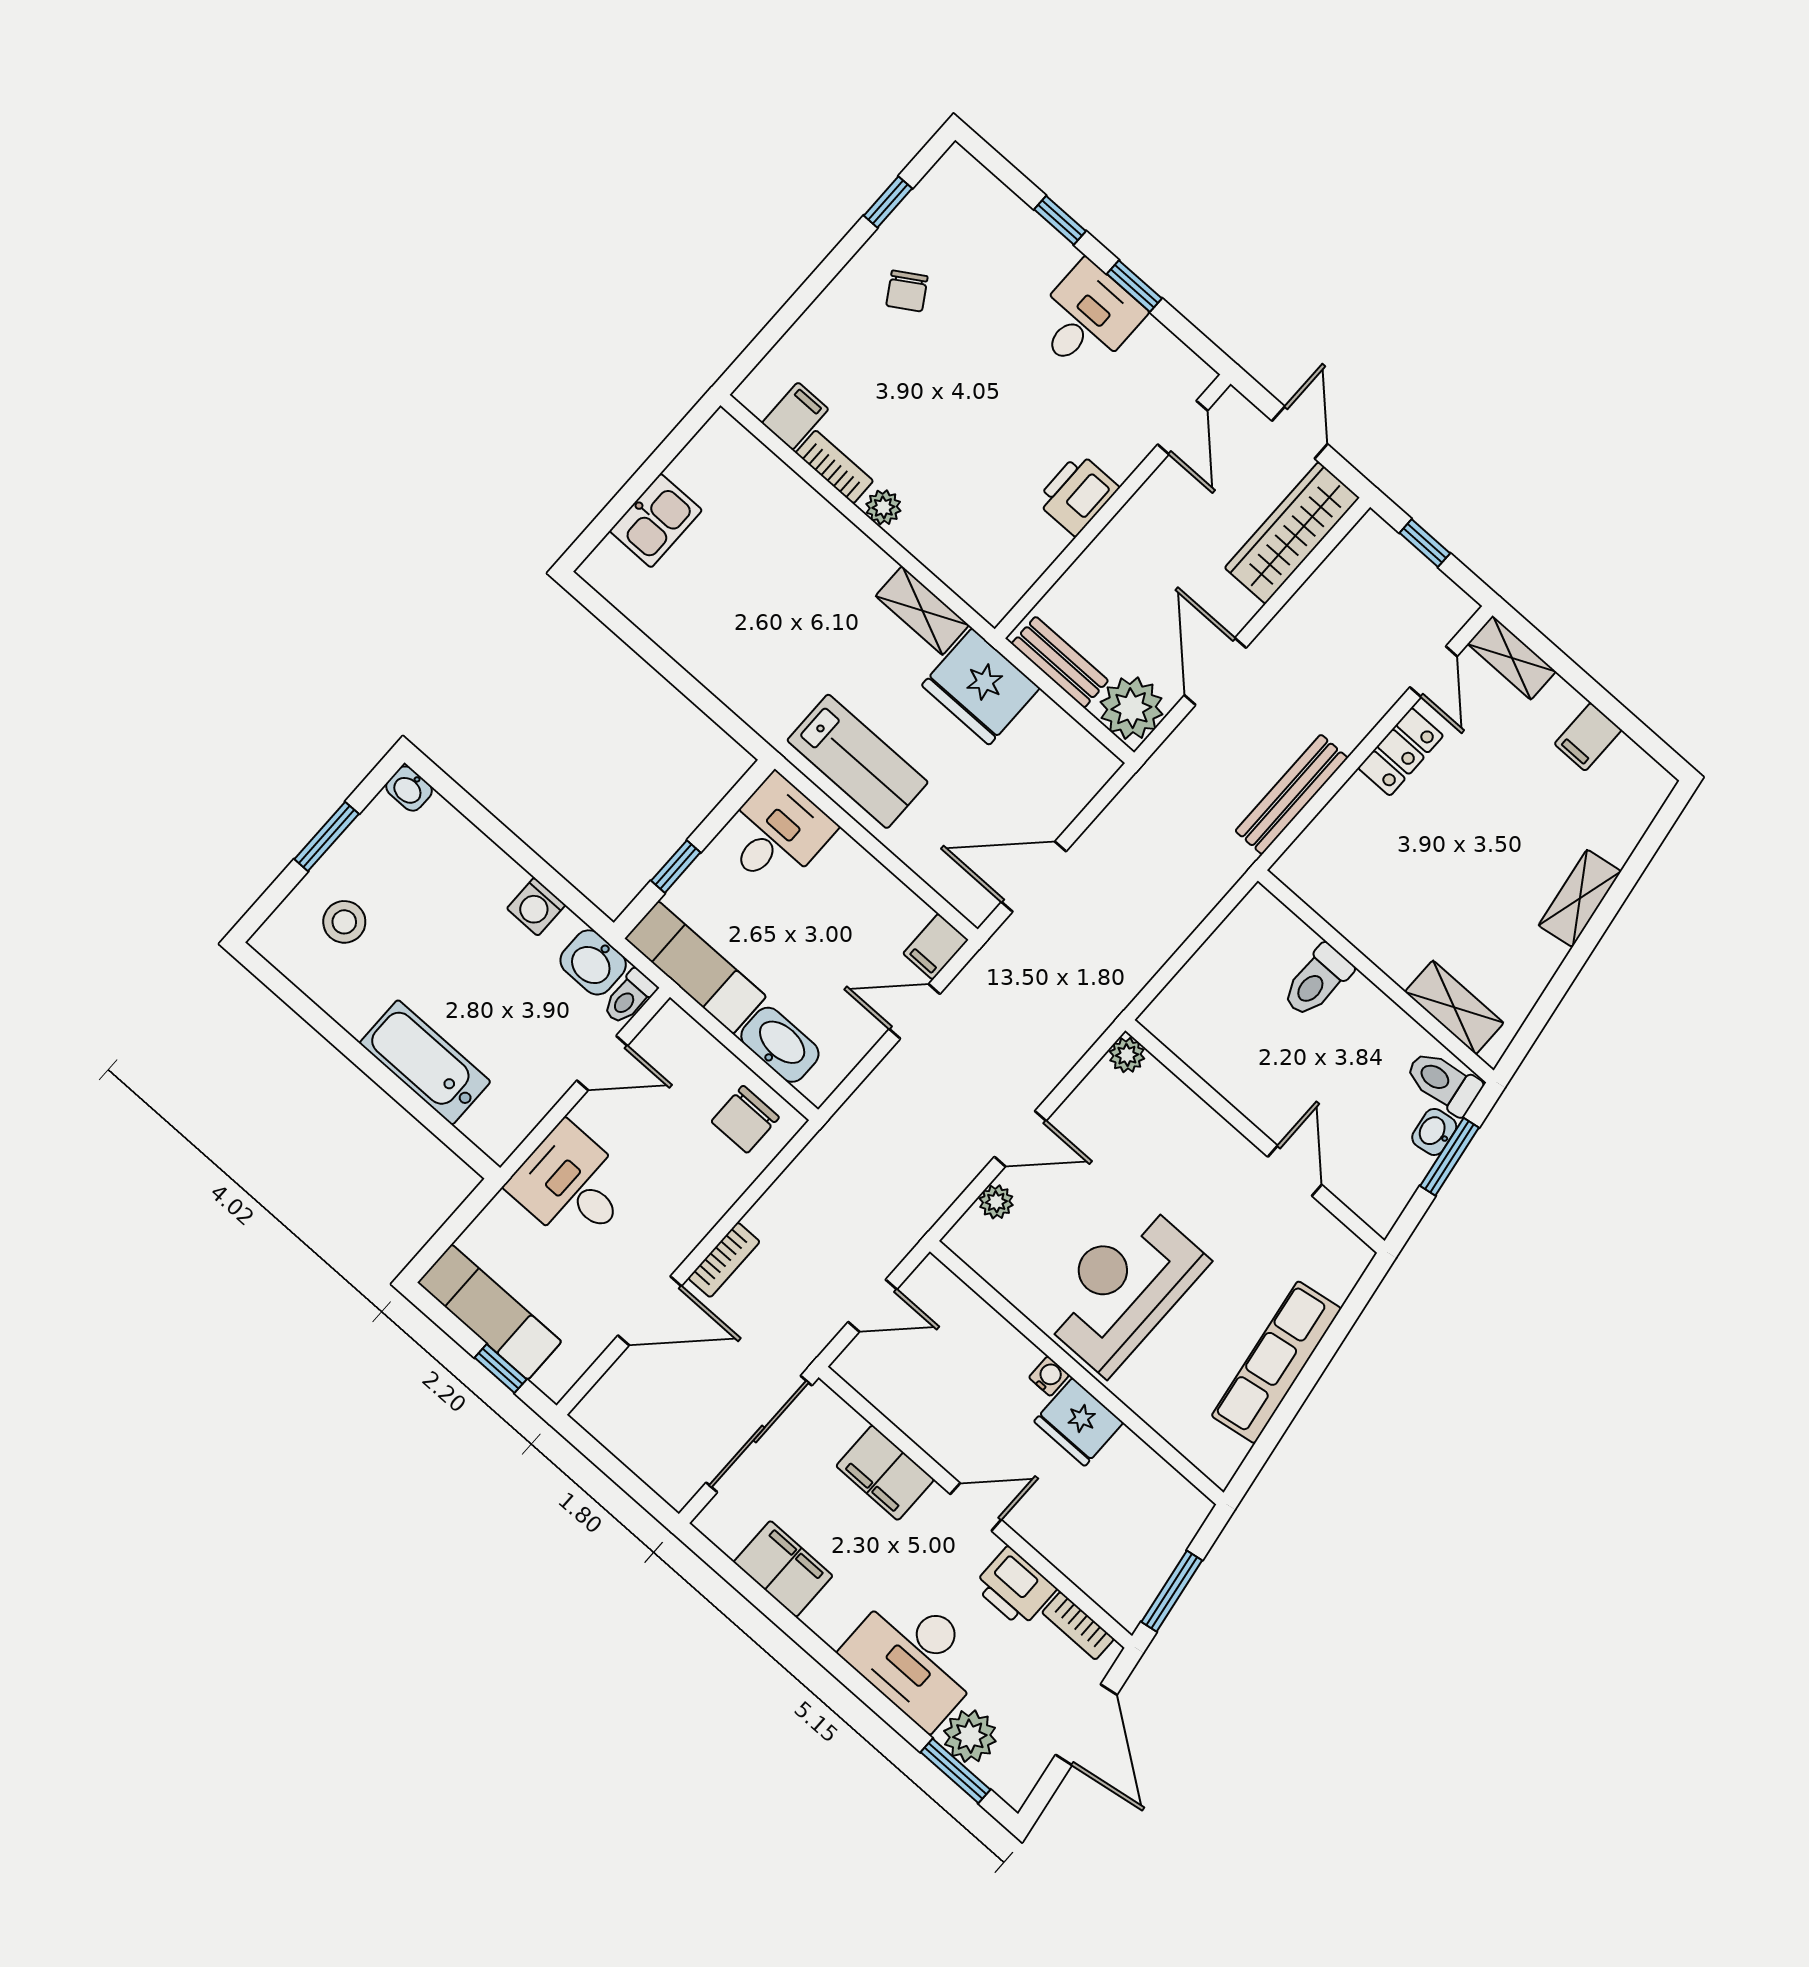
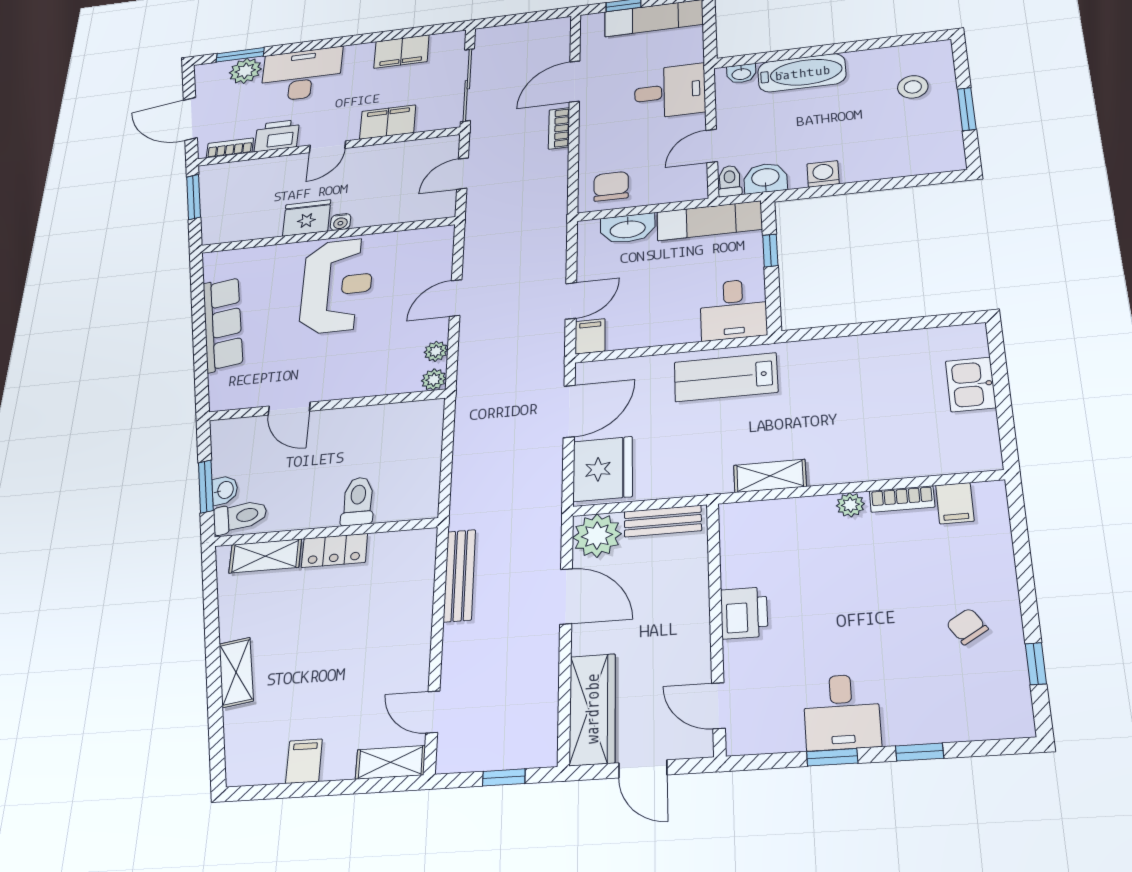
fridge: (981, 687) -> (603, 469), moved, turned 90
locker: (1401, 752) -> (334, 550), moved, turned -90
washbasin: (409, 789) -> (741, 74), moved, turned 180
plant: (996, 1202) -> (436, 351), moved

